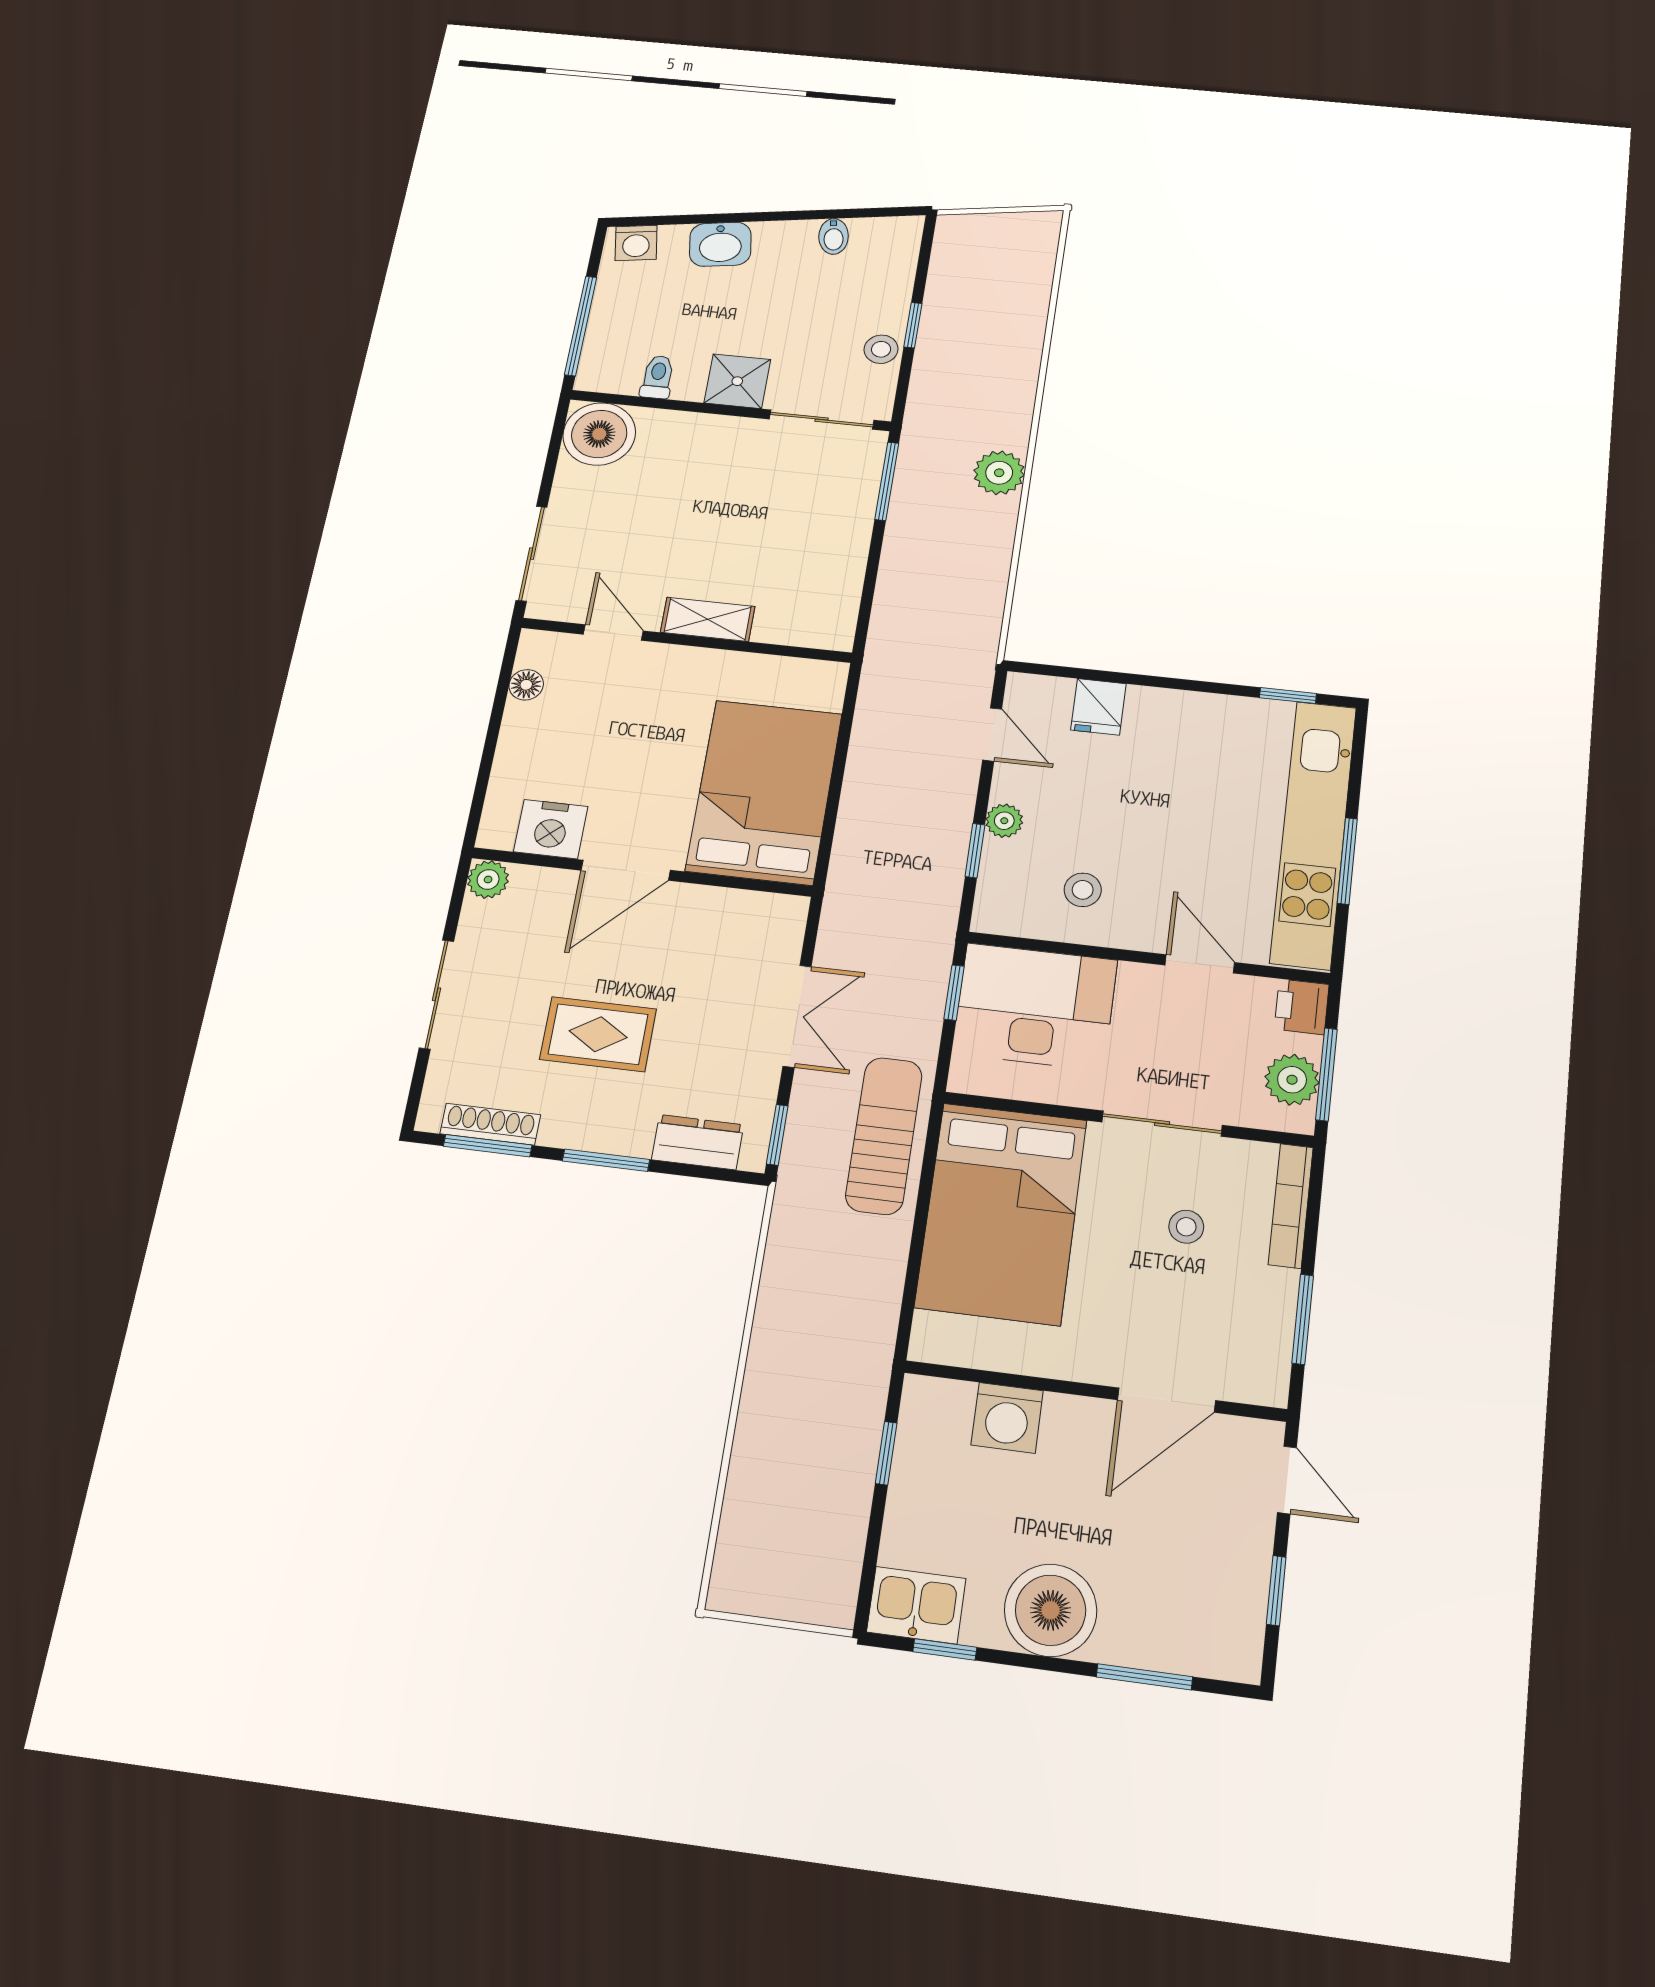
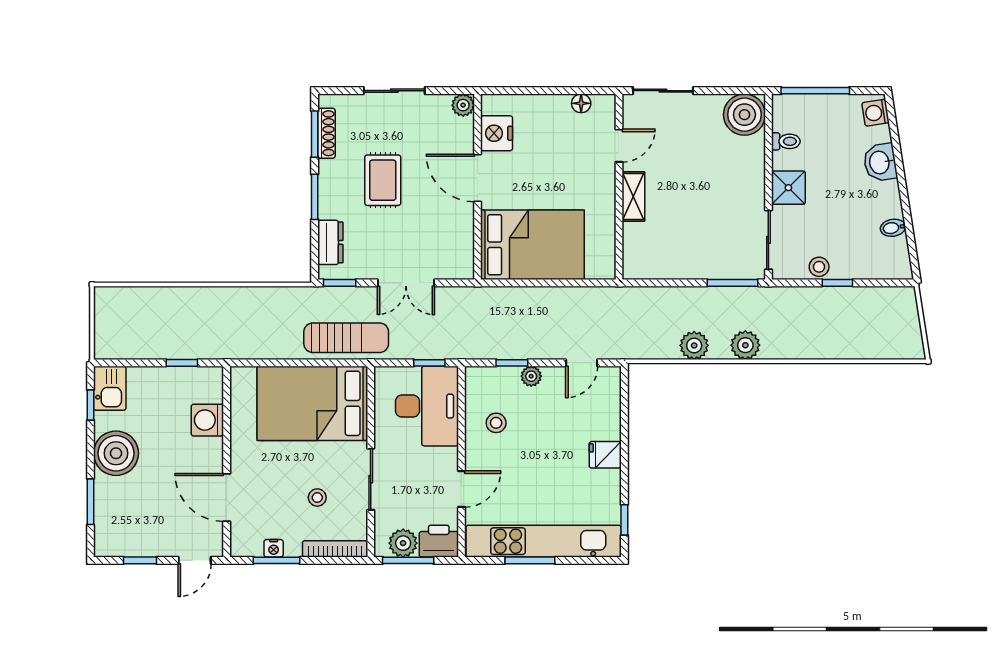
plant: (988, 552) -> (694, 345), added
fridge: (1098, 707) -> (605, 455), moved
printer: (1302, 1007) -> (439, 541), width x1.36, depth x1.24
nightstand: (1278, 1322) -> (274, 548), added

